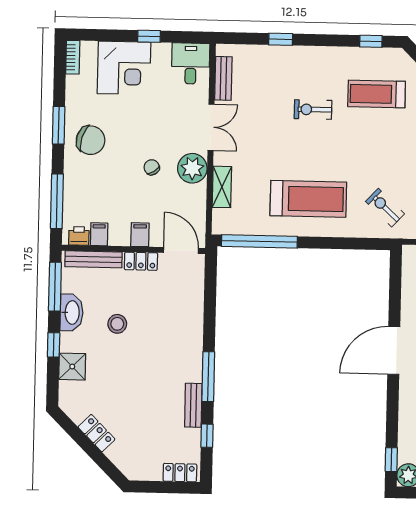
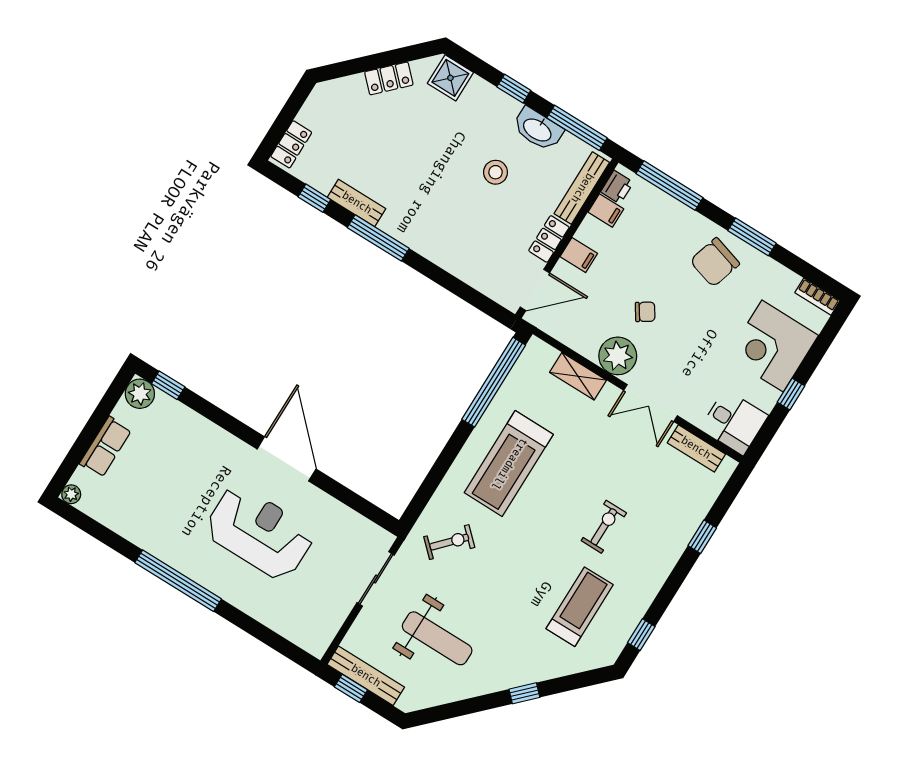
shower: (72, 367) -> (450, 78), moved

